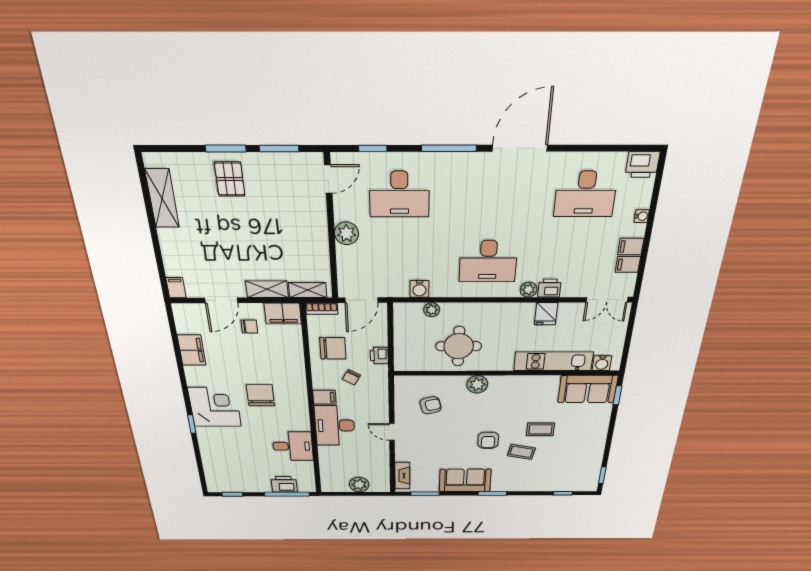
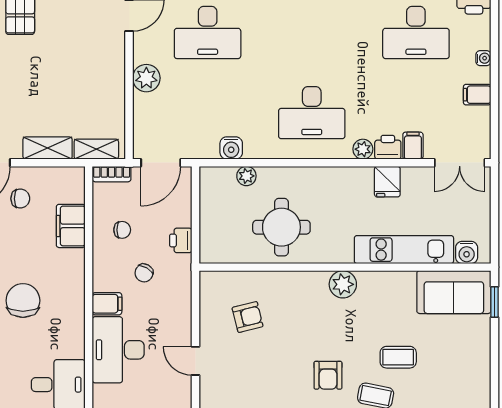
filing cabinet: (628, 265) -> (413, 146), moved, turned 90
filing cabinet: (283, 314) -> (71, 226), moved, turned 90
chair: (333, 348) -> (122, 230), width x0.54, depth x0.54
plant: (477, 384) -> (343, 284), moved

